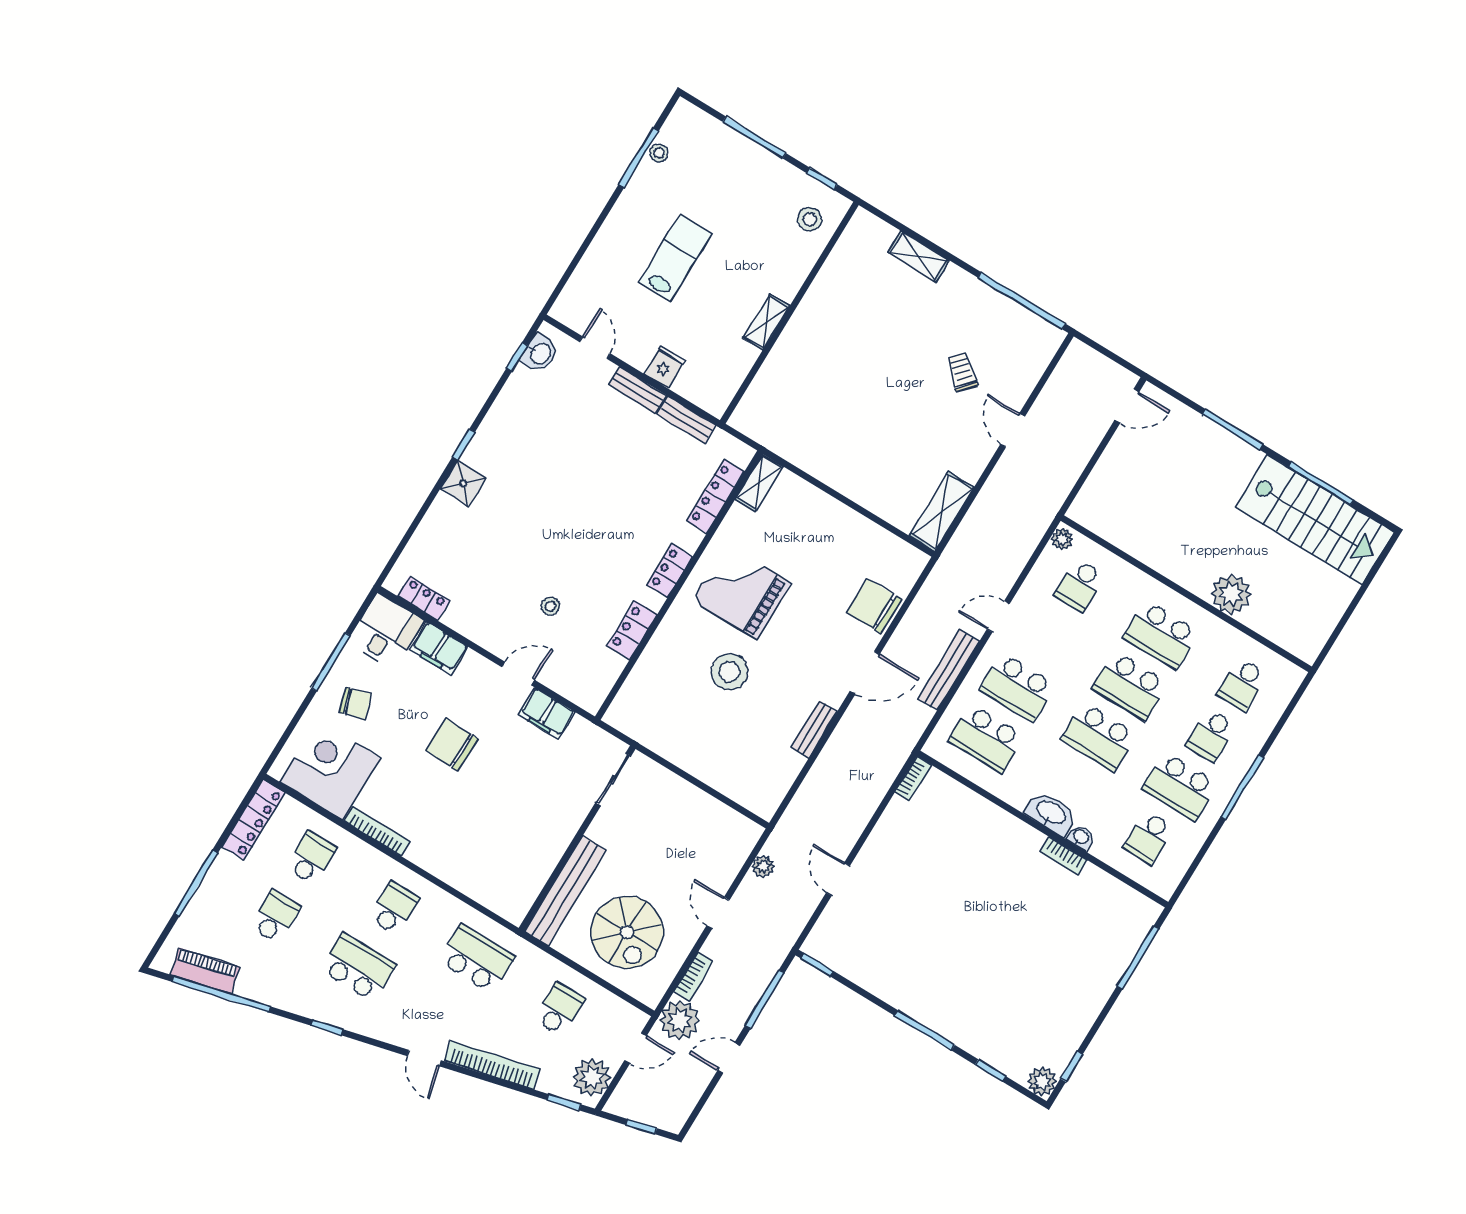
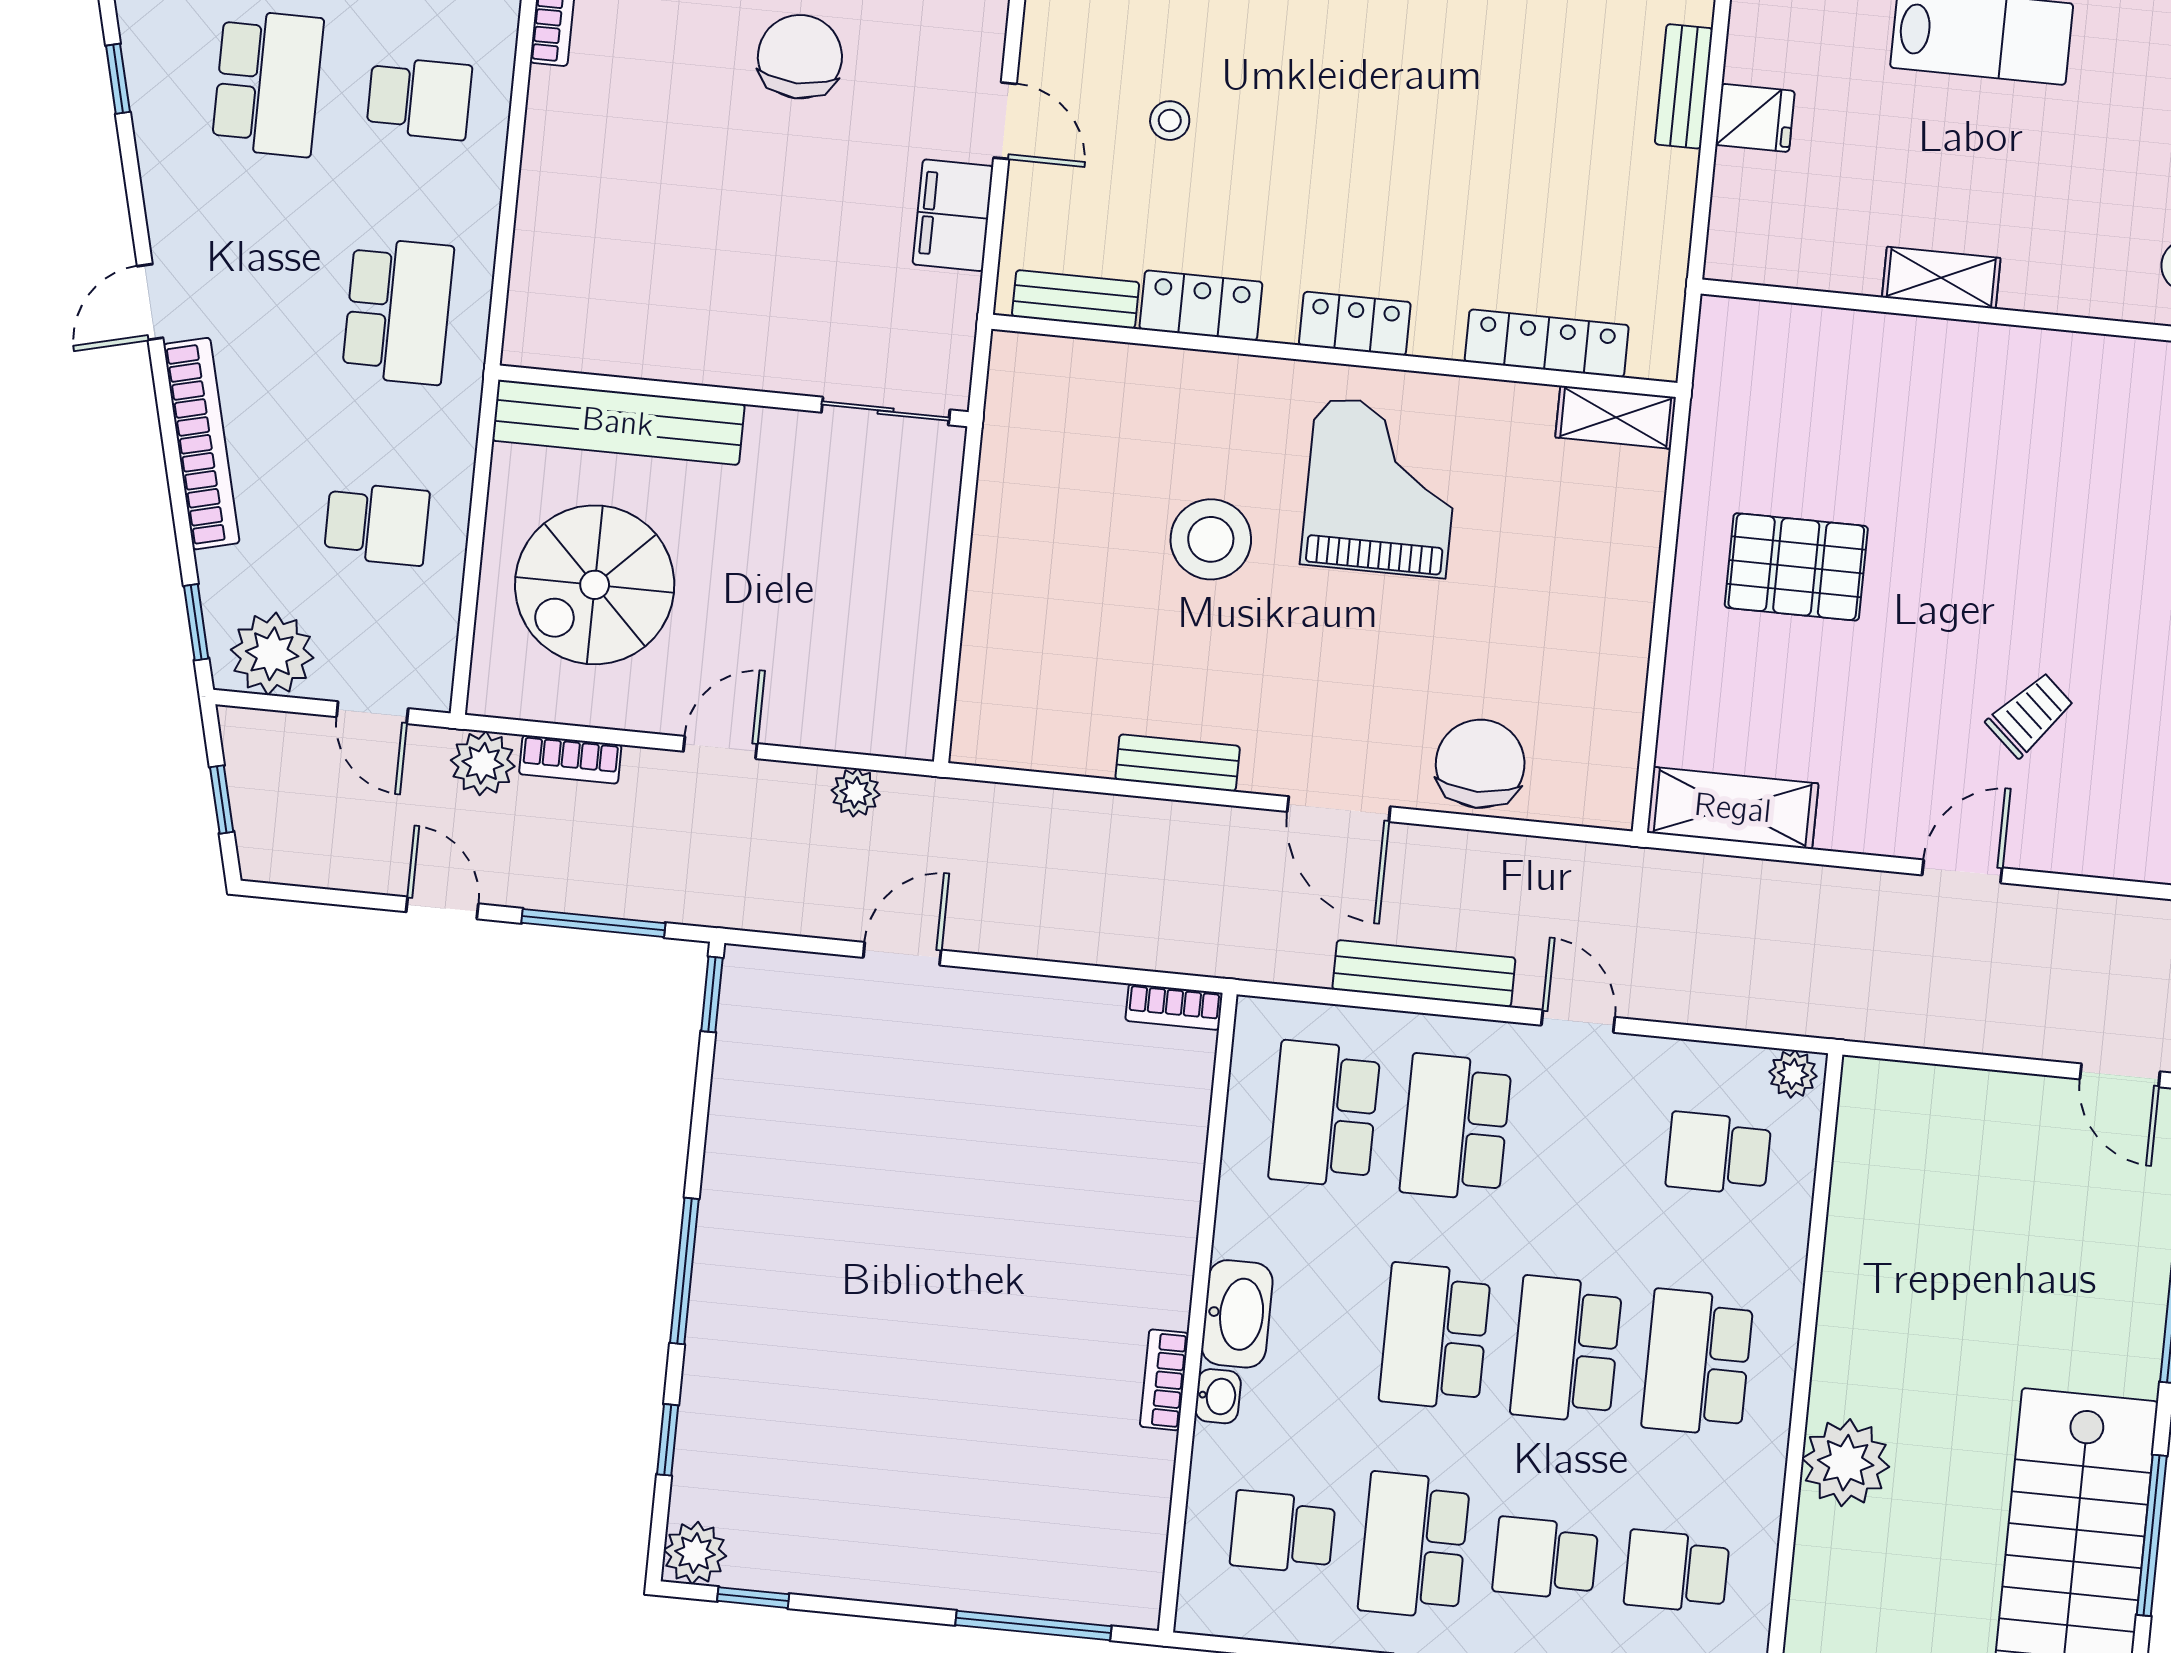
bench: (687, 420) -> (1076, 299), moved, turned 90
pallet: (856, 438) -> (1796, 567), added
plant: (680, 1020) -> (483, 763), width x0.73, depth x0.73

